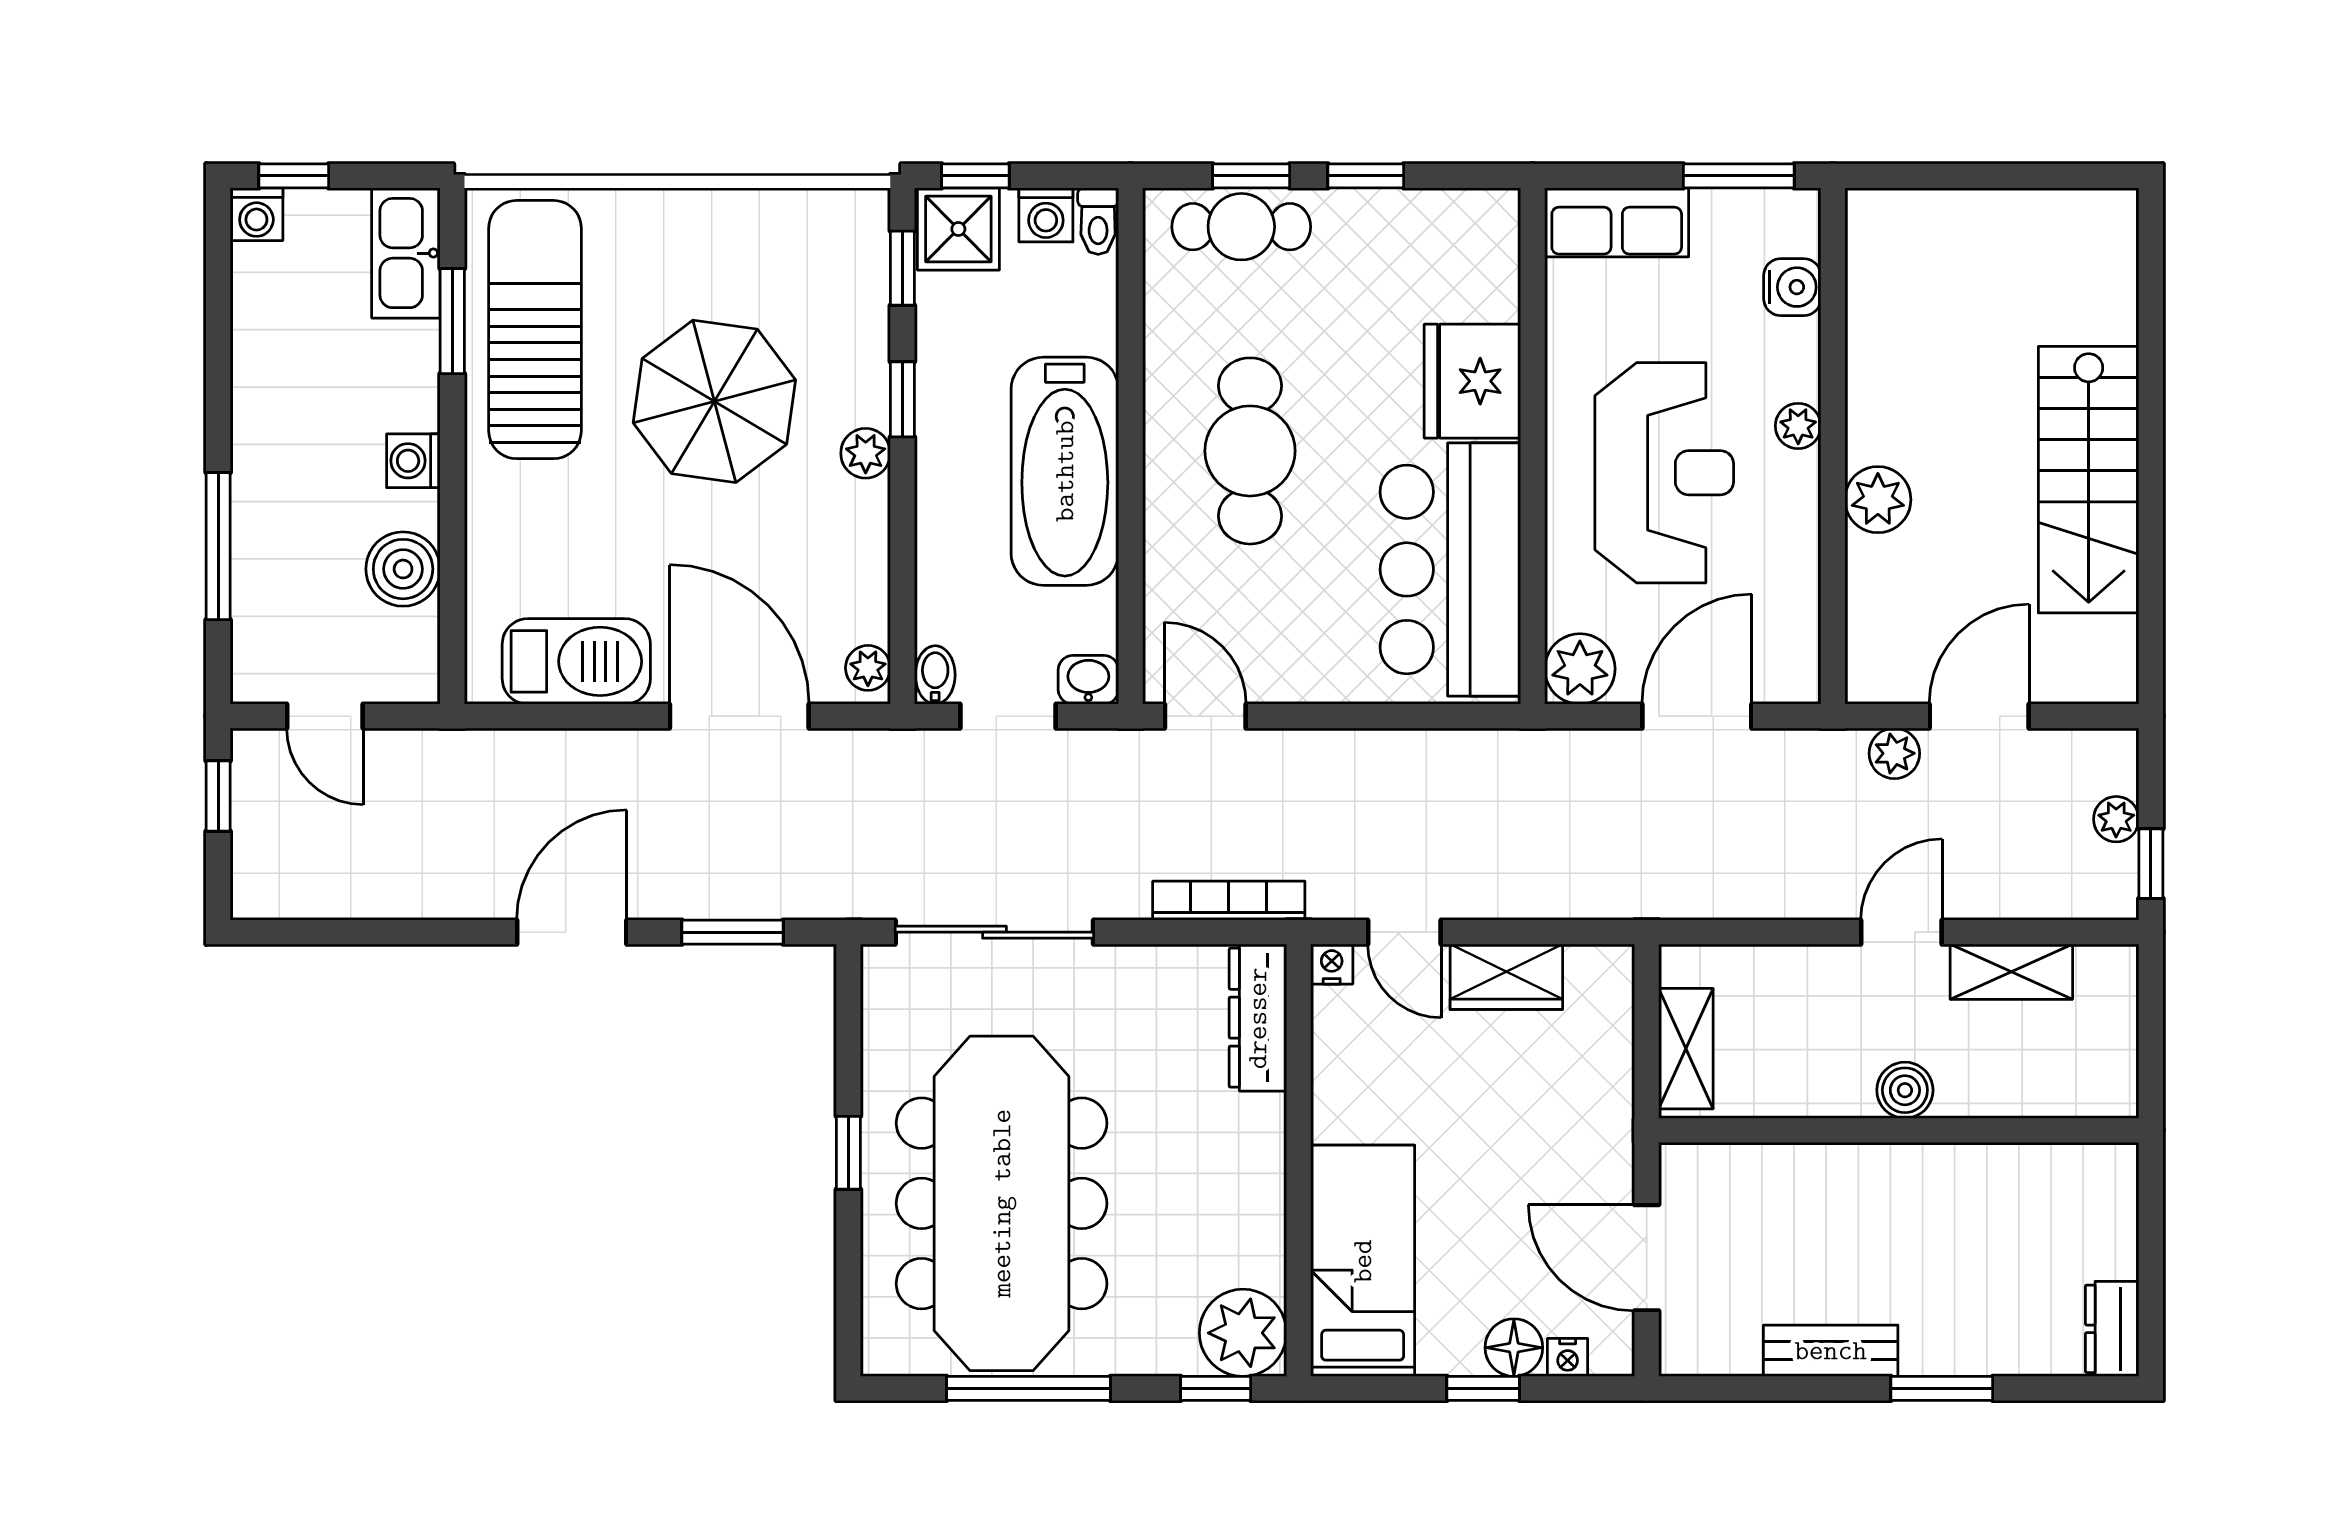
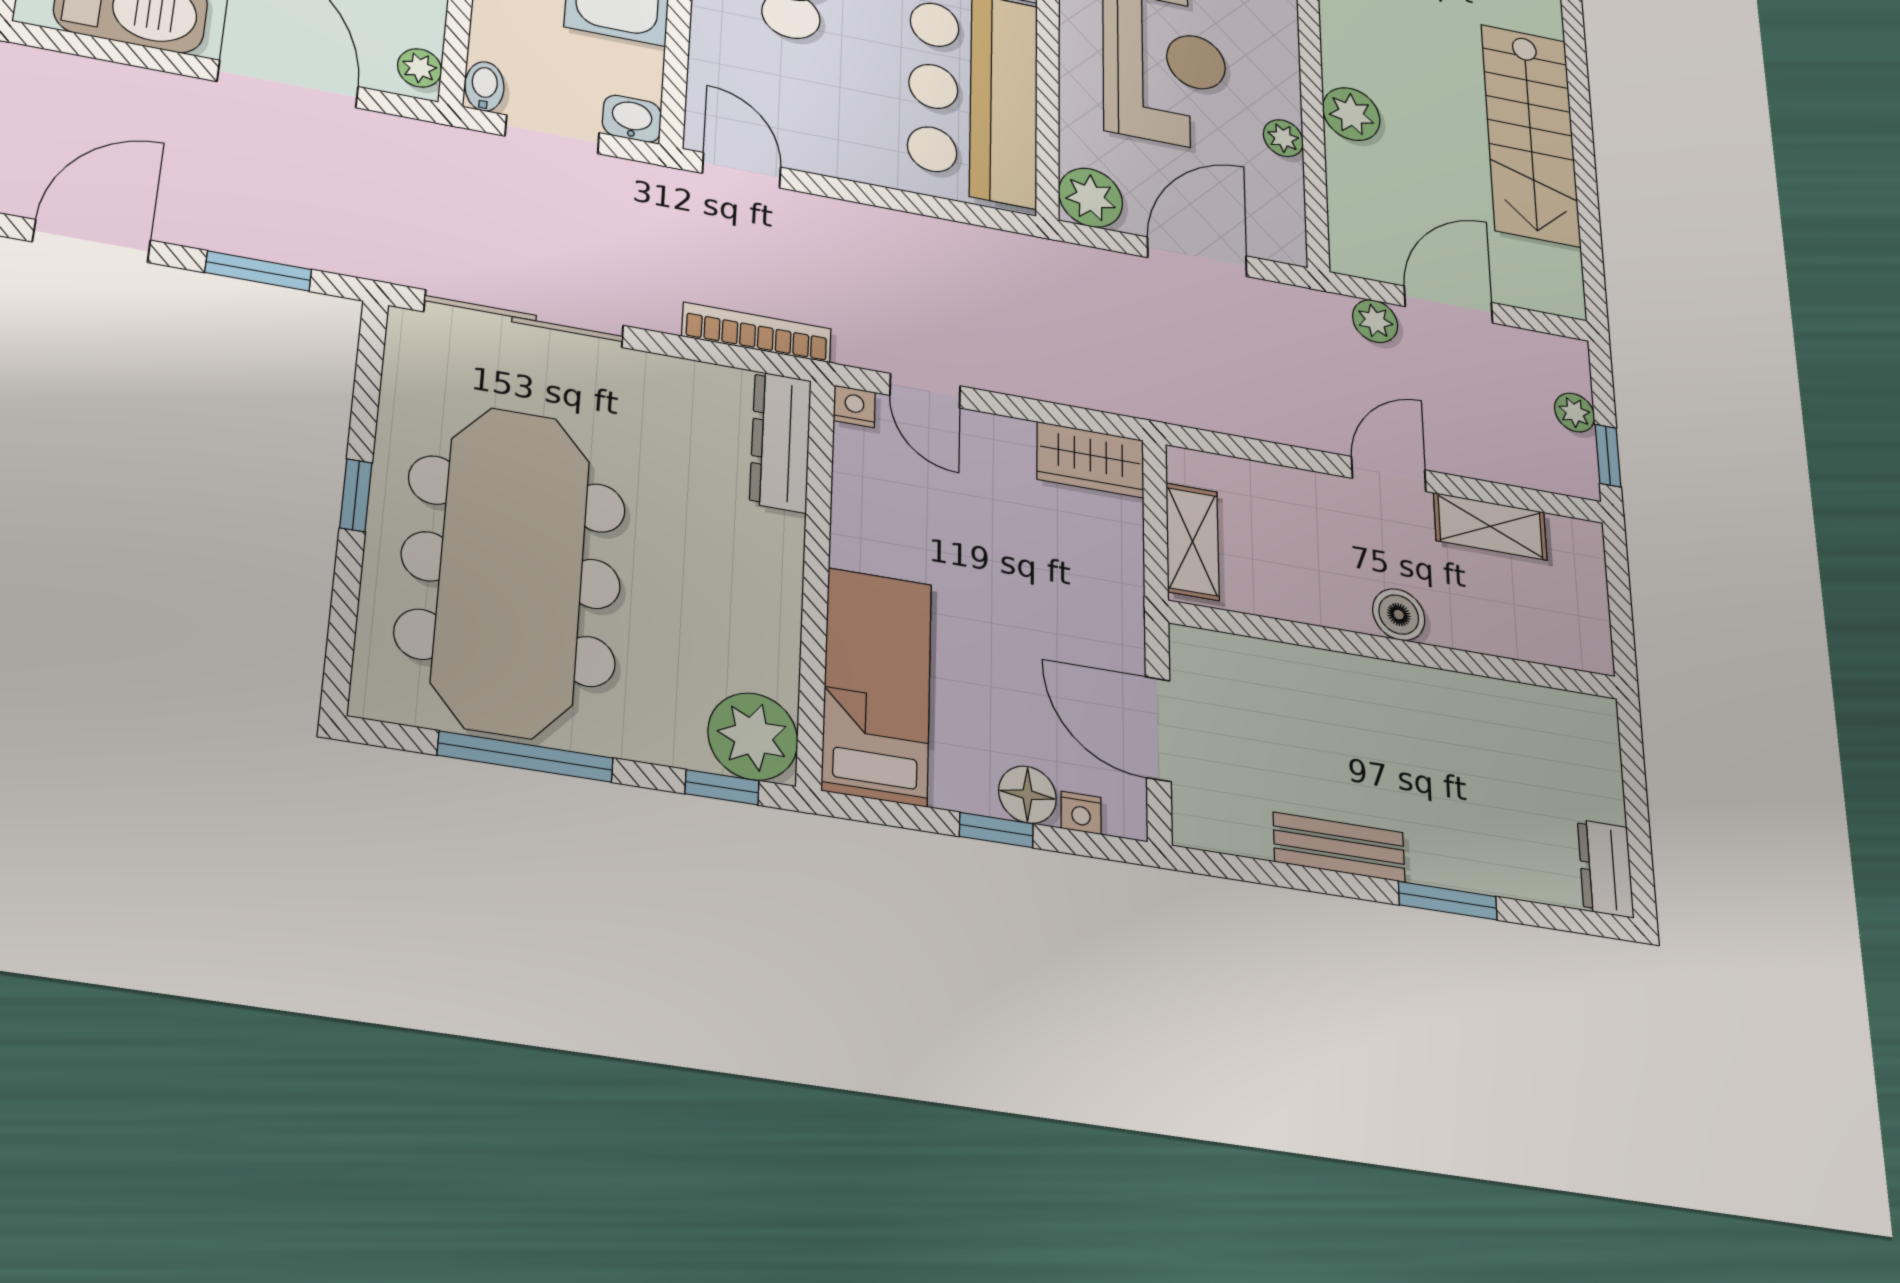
plant: (1798, 426) -> (1283, 138), moved
wardrobe: (1506, 977) -> (1090, 460), moved

